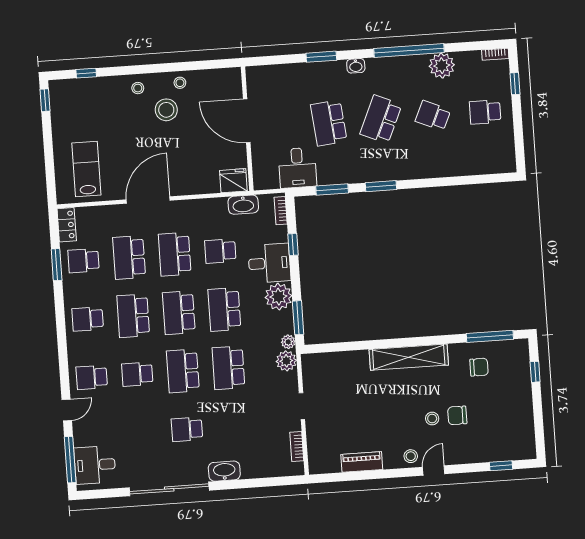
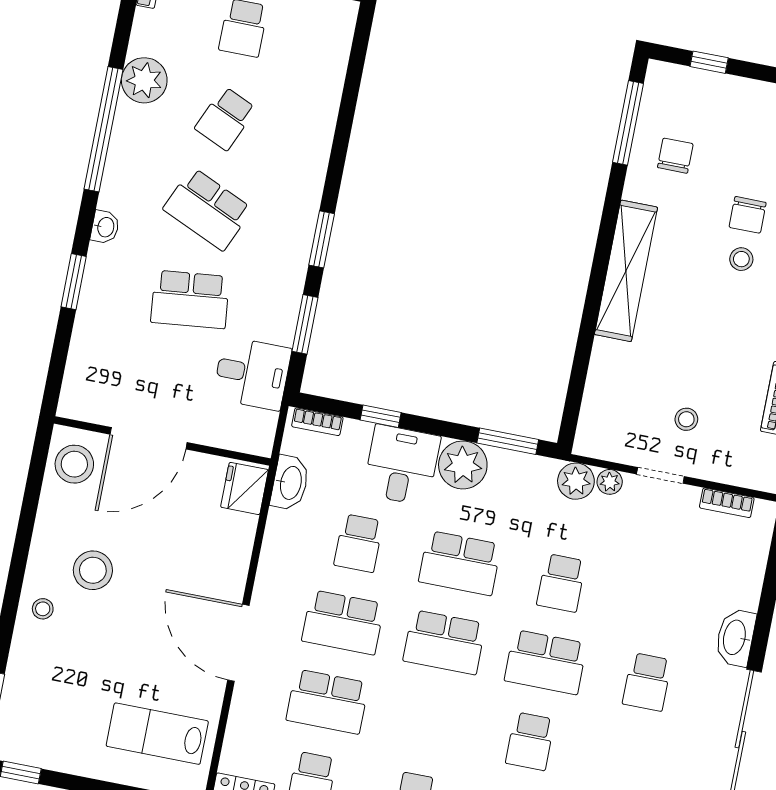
stool: (180, 83) -> (74, 464), moved, width x1.89, depth x1.89
school desk: (133, 316) -> (429, 721), removed
plant: (288, 342) -> (610, 482), moved
school desk: (228, 368) -> (561, 583), width x0.54
stool: (336, 412) -> (686, 419), added

